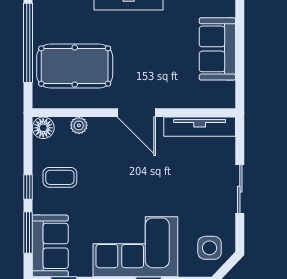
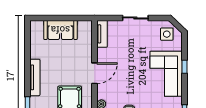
tv unit: (200, 127) -> (102, 34), width x0.71

